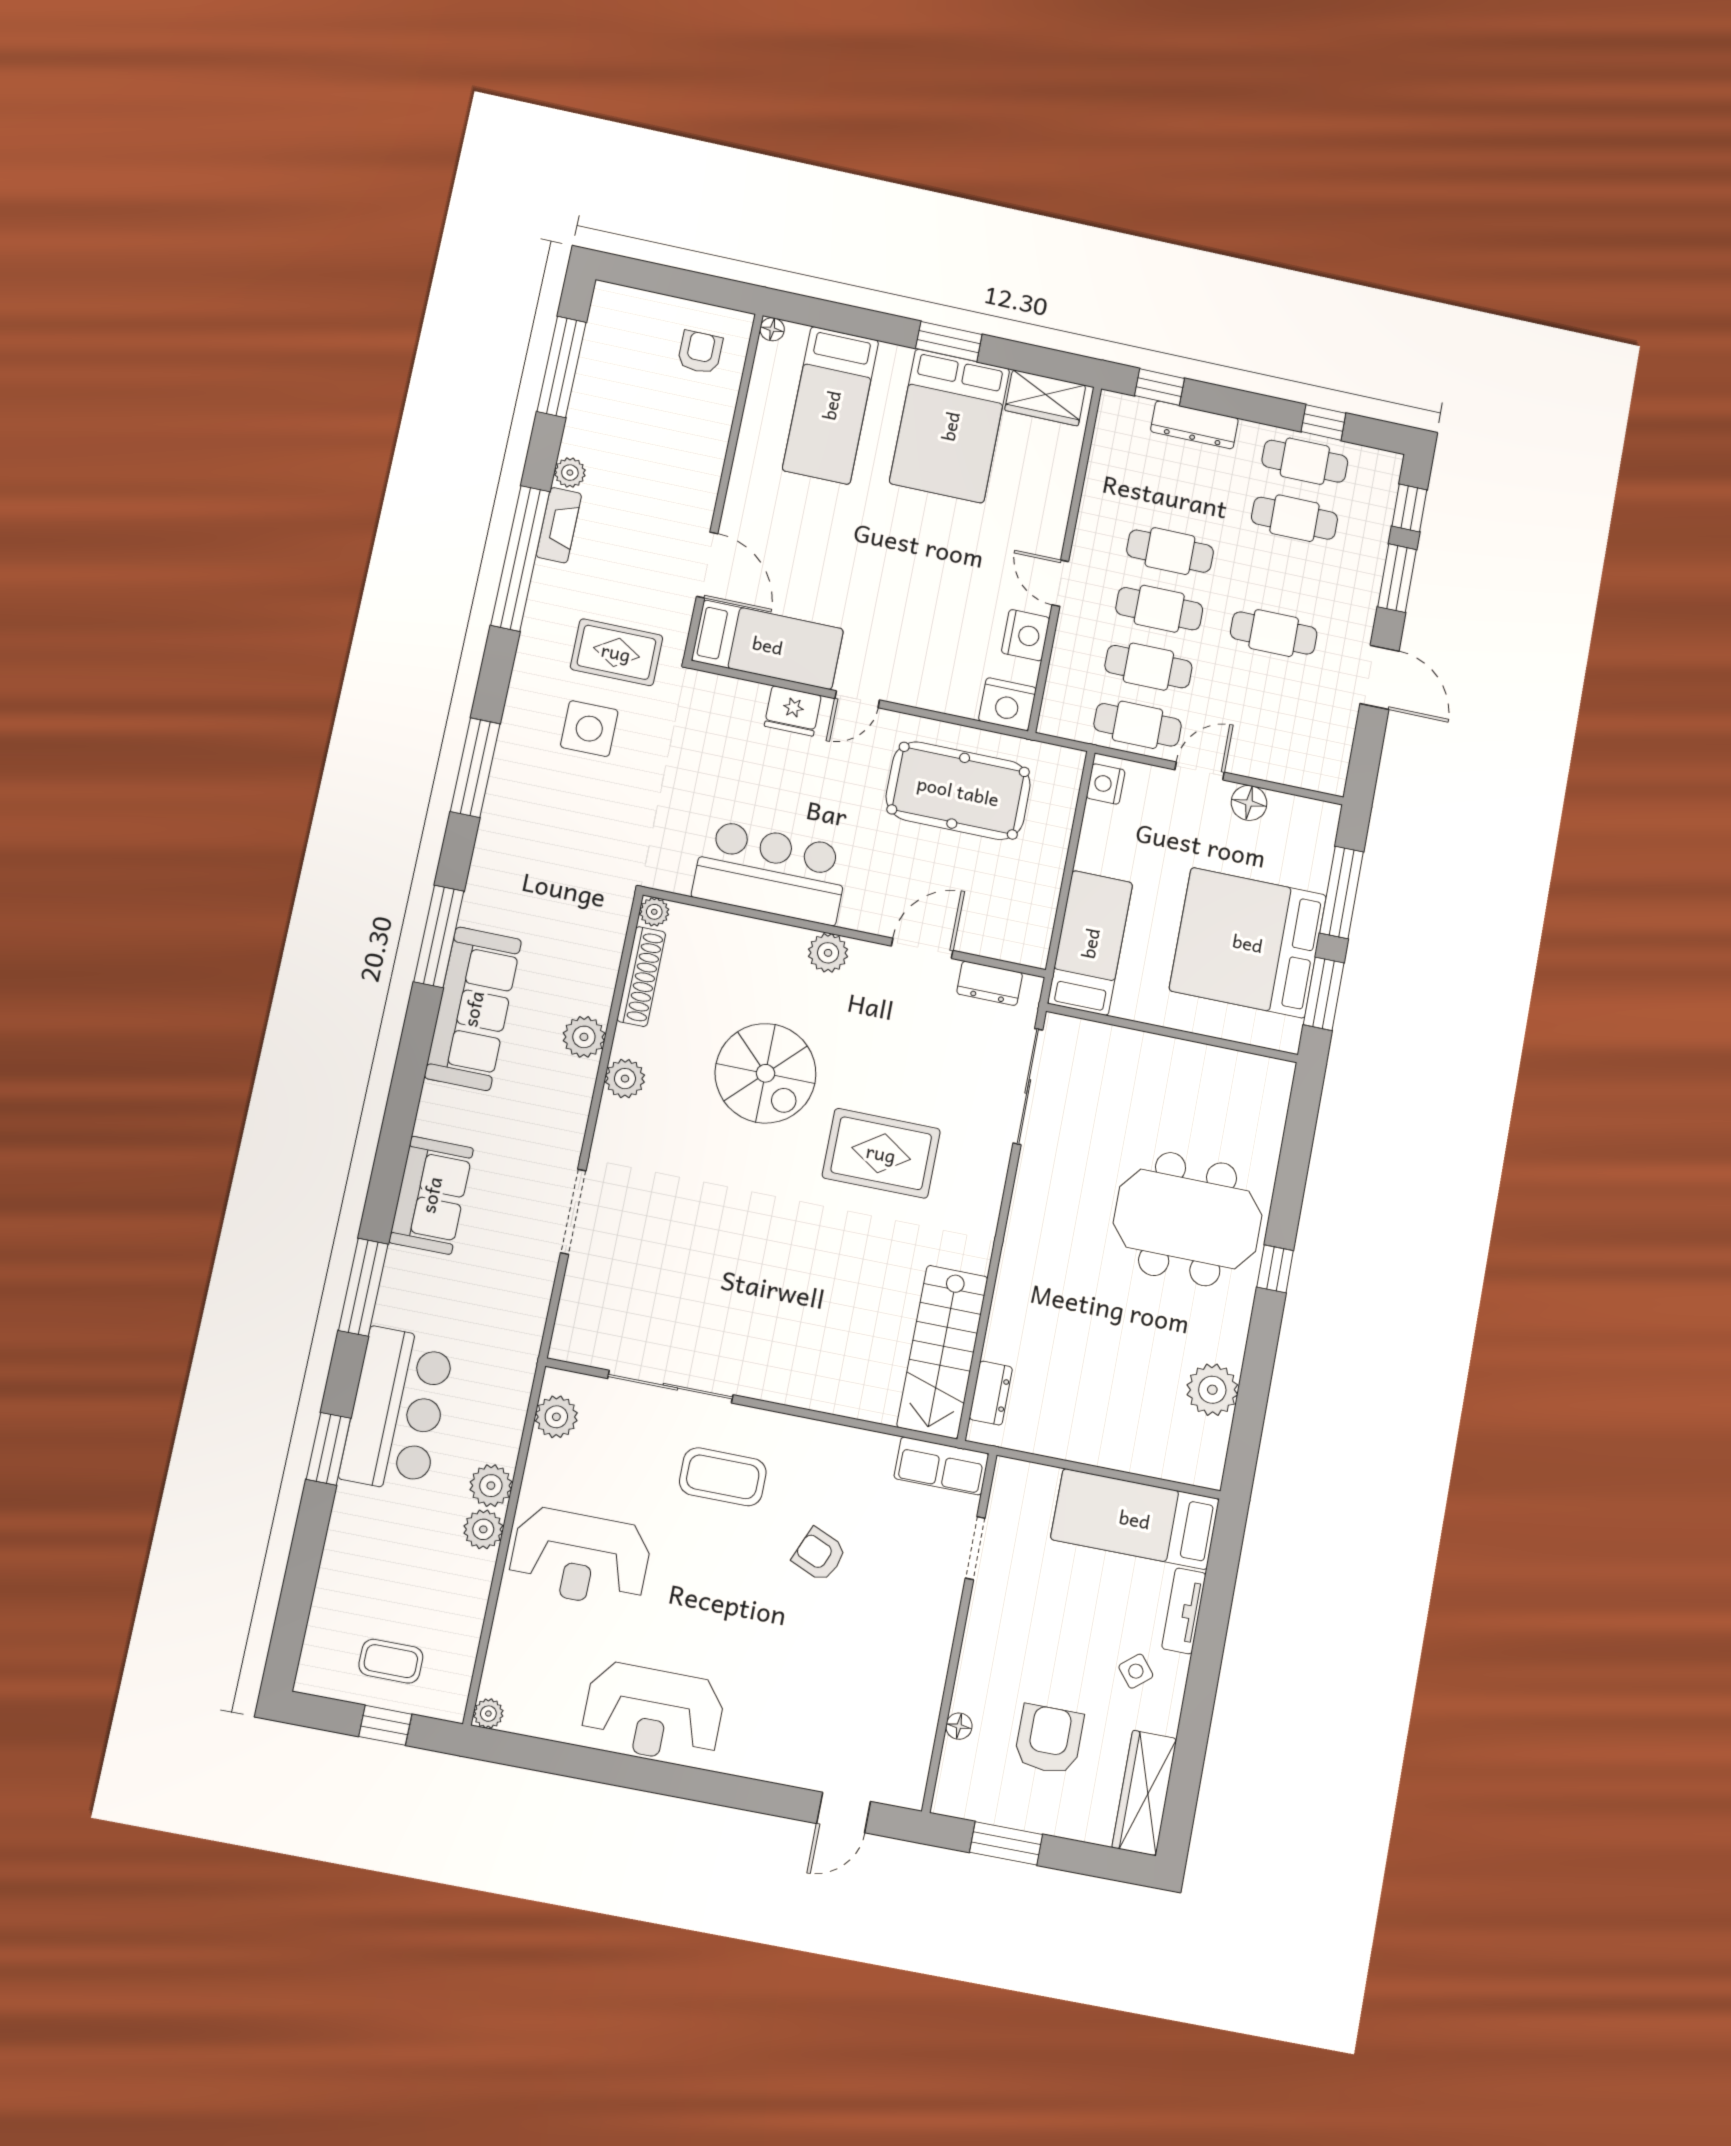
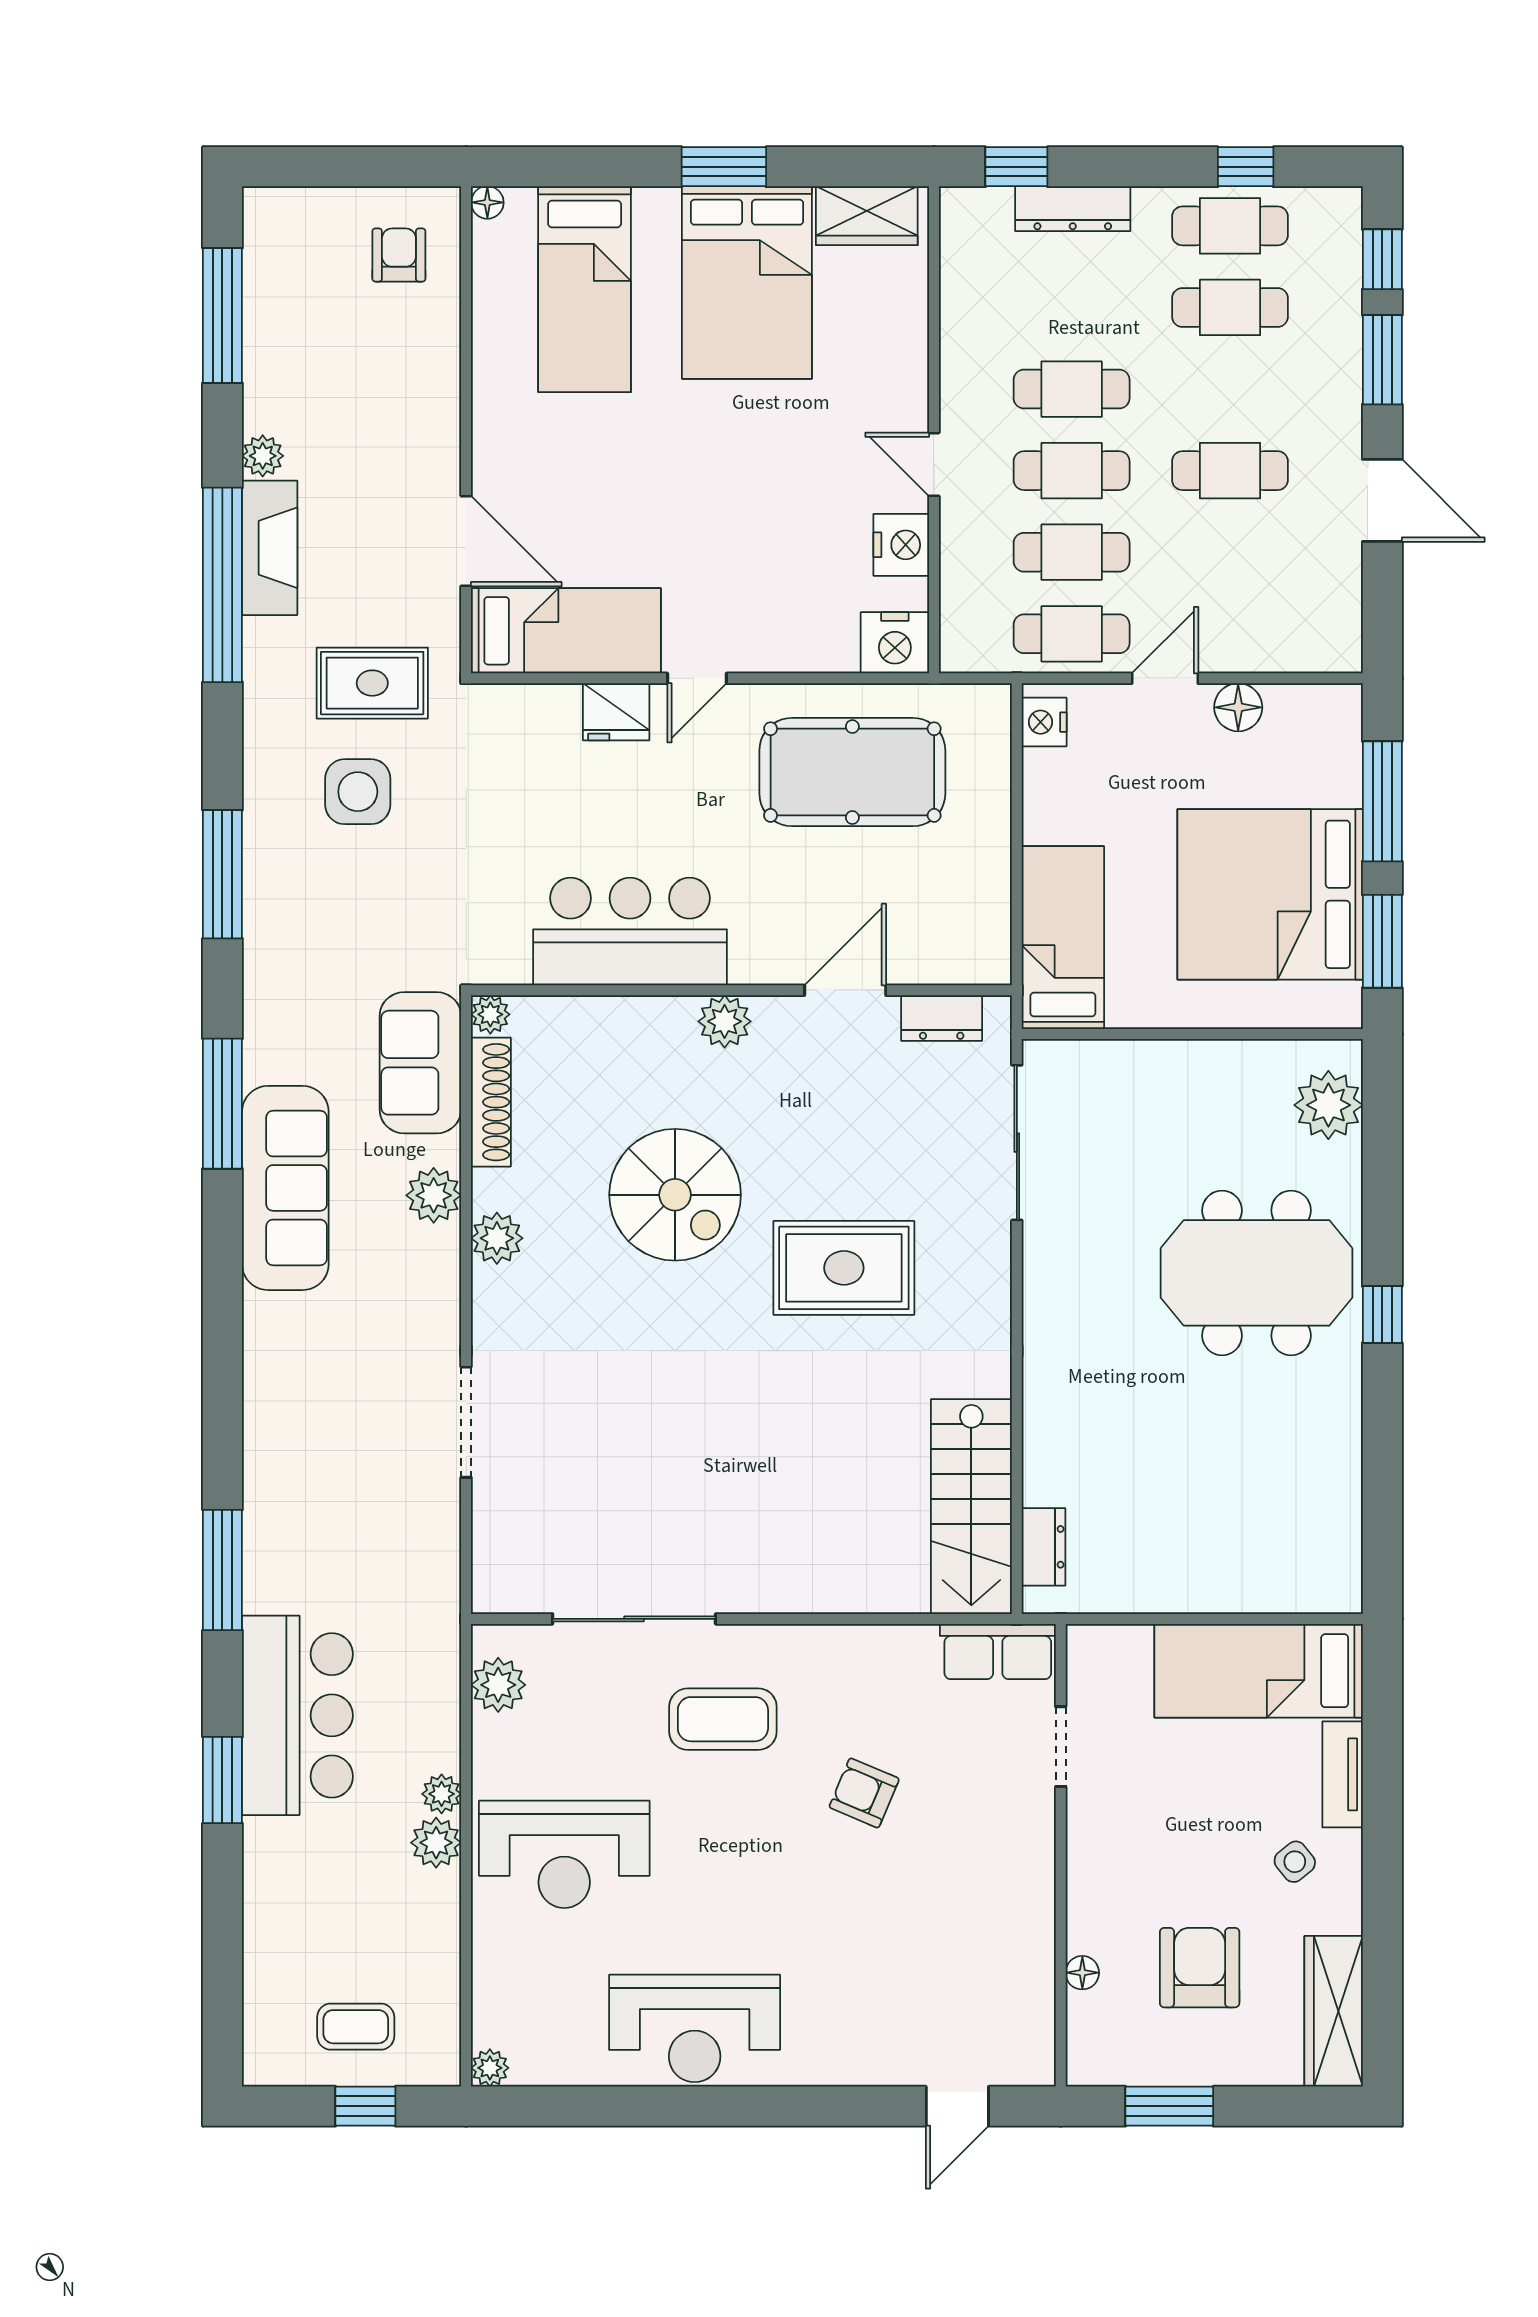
fireplace: (559, 525) -> (270, 548), width x1.37, depth x1.32
sofa: (431, 1195) -> (420, 1063), moved, turned 180
plant: (1212, 1390) -> (1328, 1105), moved
plant: (491, 1486) -> (442, 1794), width x0.73, depth x0.73

